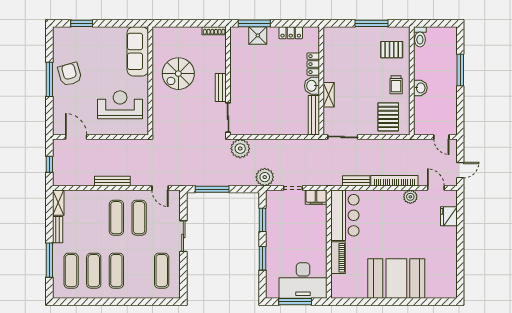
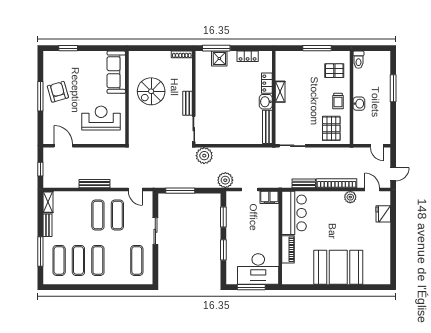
shelving: (329, 95) -> (280, 92), moved

